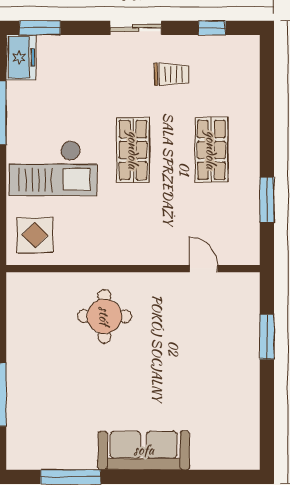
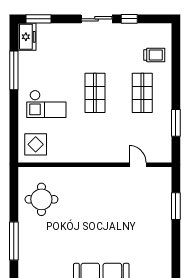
window: (212, 28) -> (129, 19), moved
trolley: (172, 74) -> (154, 55), moved
checkout: (53, 168) -> (46, 104), width x0.73, depth x0.83
round table: (104, 316) -> (41, 199), moved

